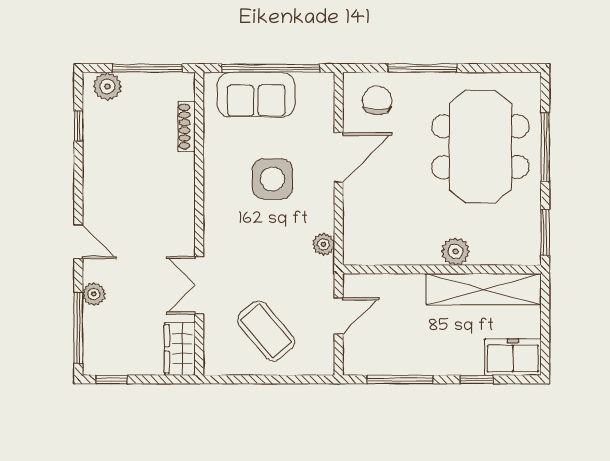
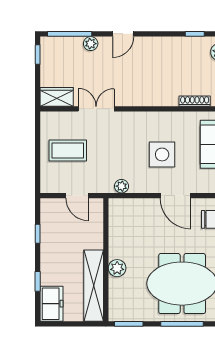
coffee table: (266, 331) -> (68, 150), turned 40
window: (400, 379) -> (38, 234), width x0.46

